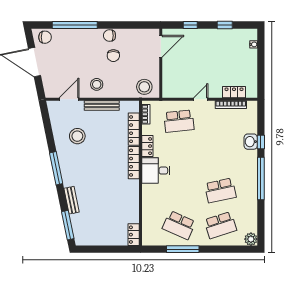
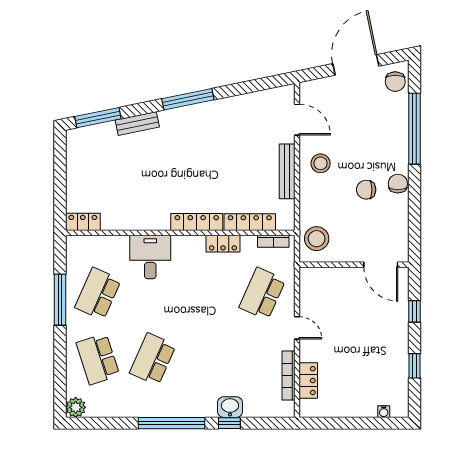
school desk: (179, 121) -> (262, 294), turned 30
stool: (77, 136) -> (239, 133), removed
desk: (156, 171) -> (150, 257), moved
school desk: (220, 190) -> (153, 359), turned 36

